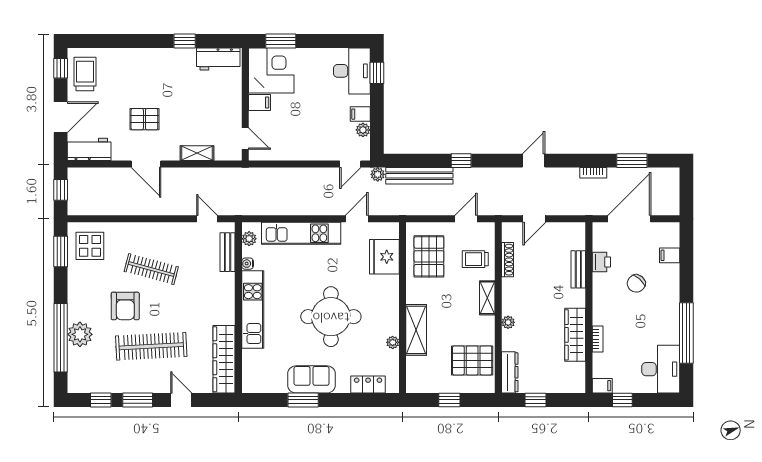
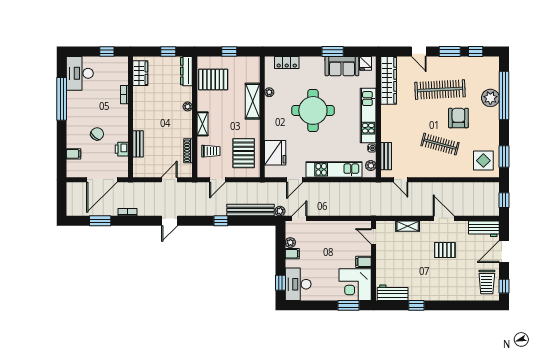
wardrobe: (575, 335) -> (140, 73), moved, width x0.67
sofa: (312, 379) -> (342, 66), moved
fridge: (257, 383) -> (366, 63), added
filing cabinet: (602, 386) -> (121, 62), removed

